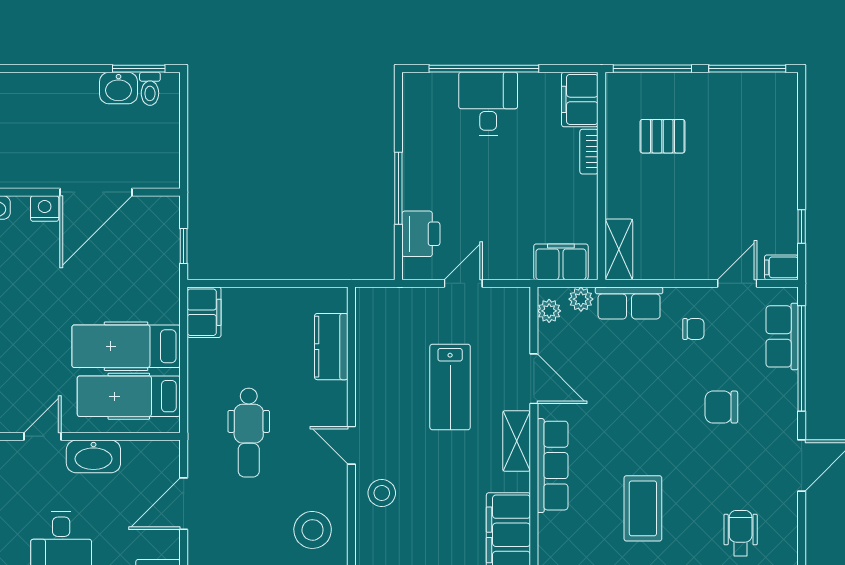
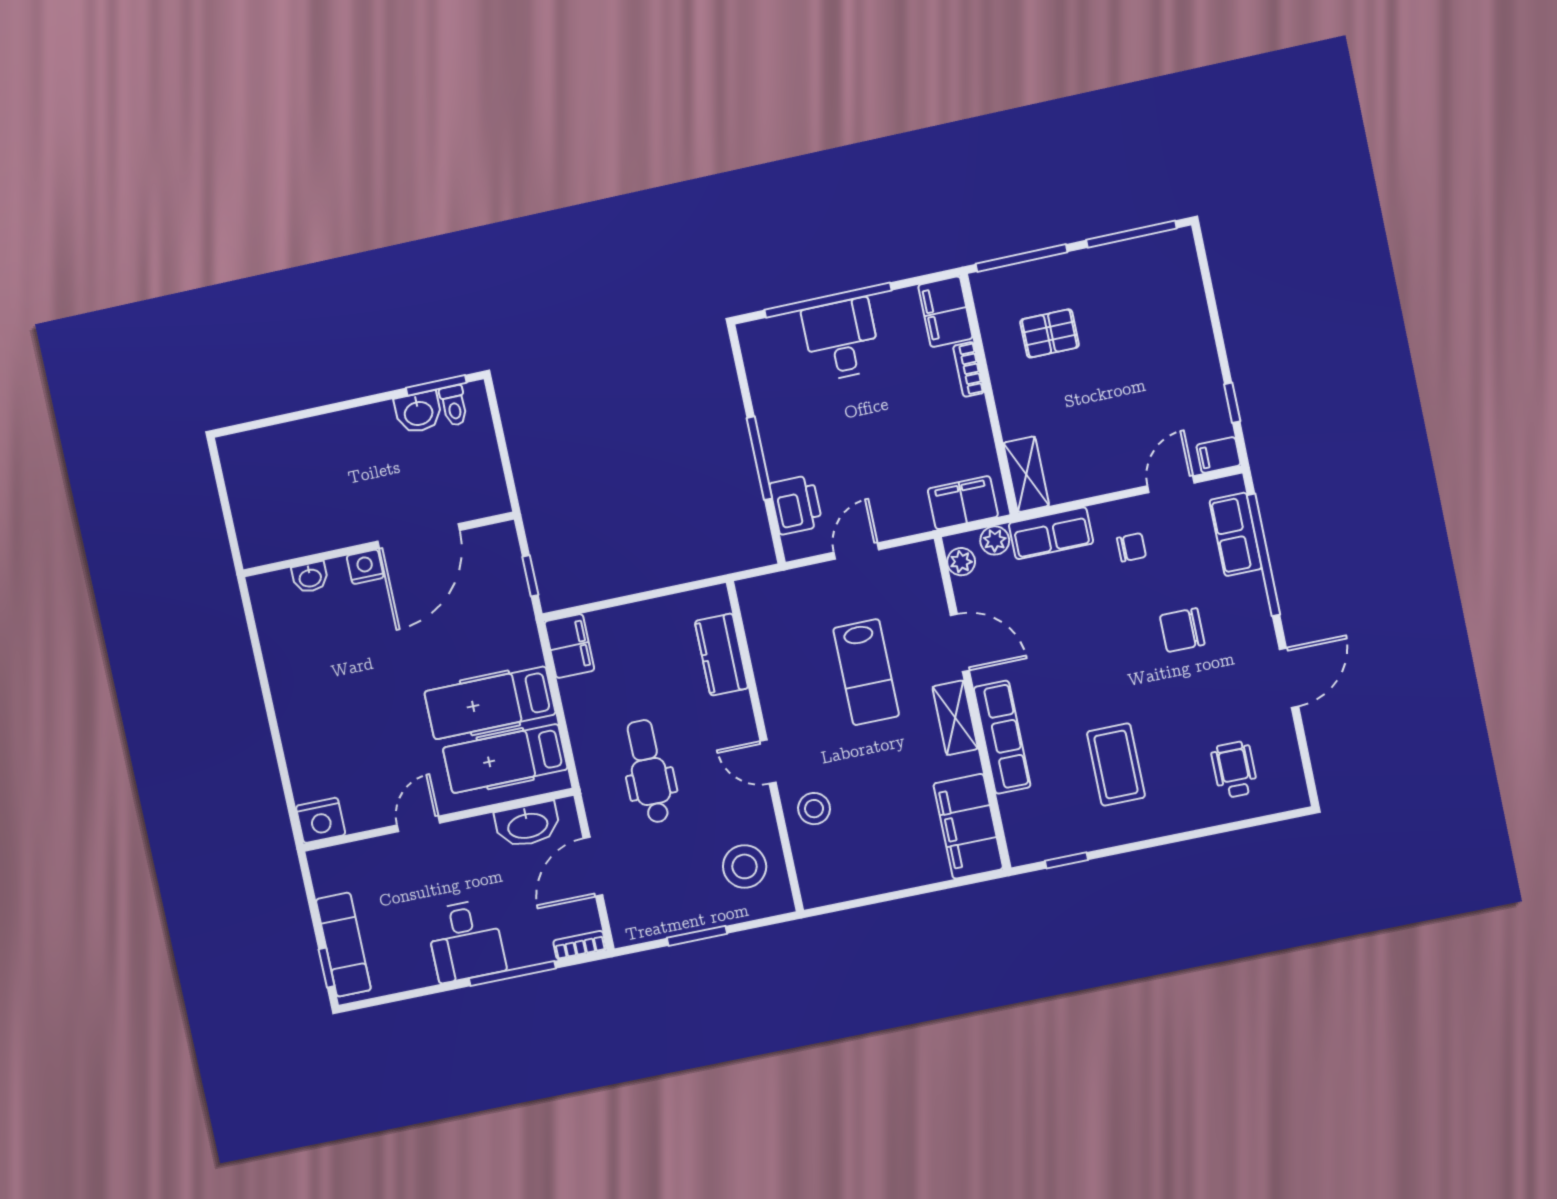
dental chair: (249, 433) -> (649, 771), turned 180
washbasin: (93, 456) -> (528, 825), moved

